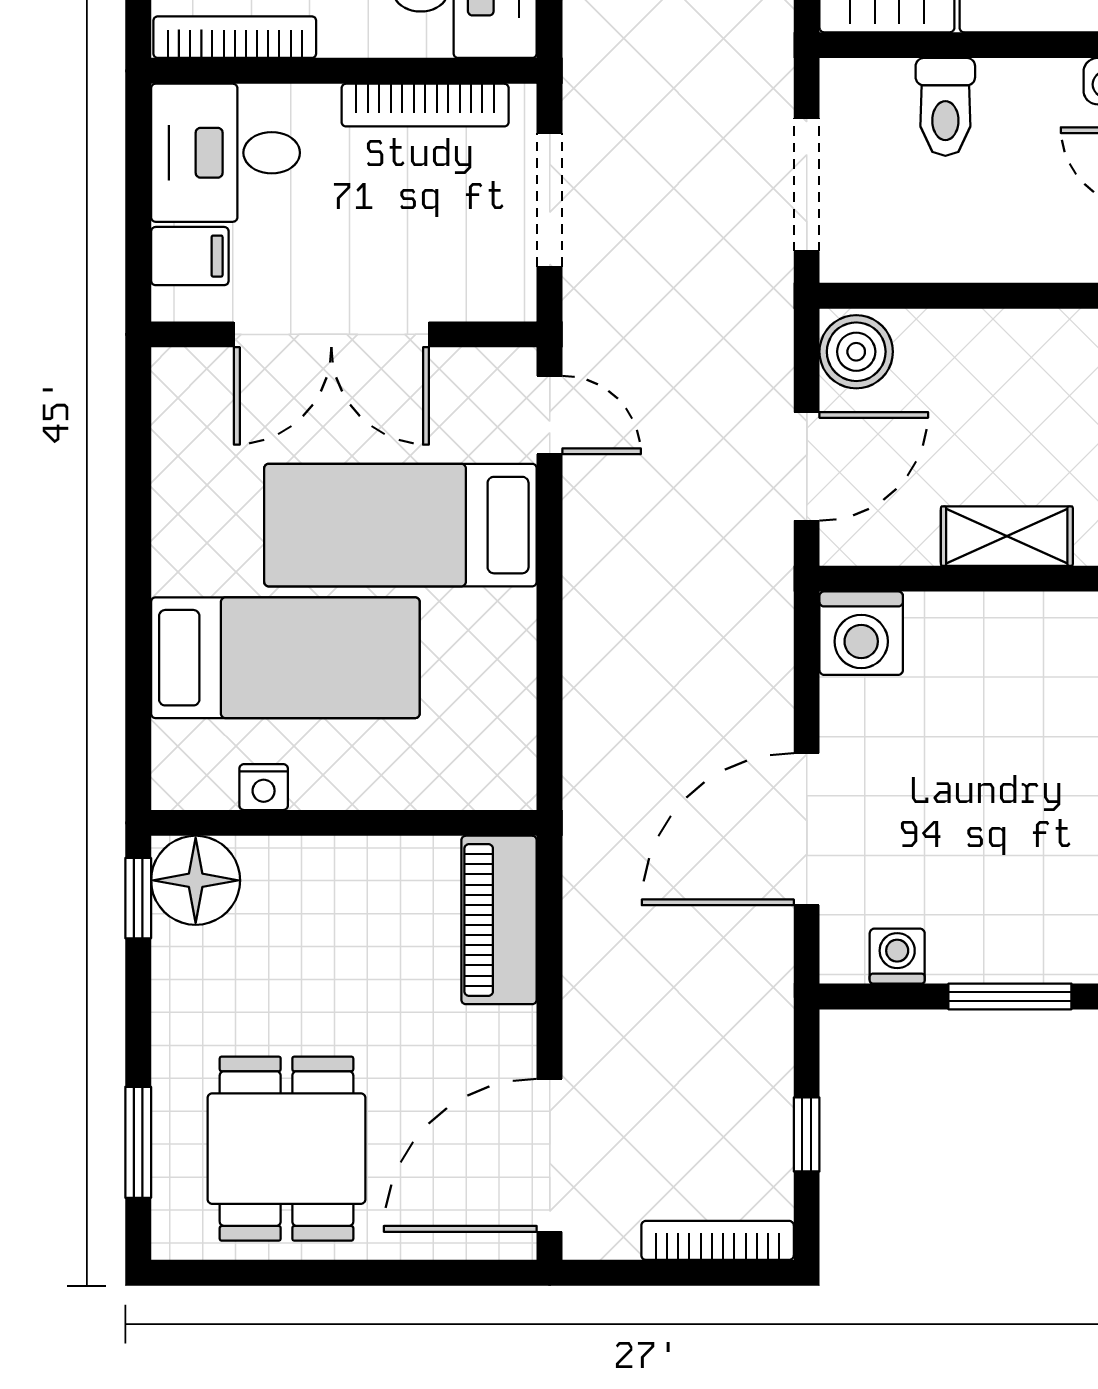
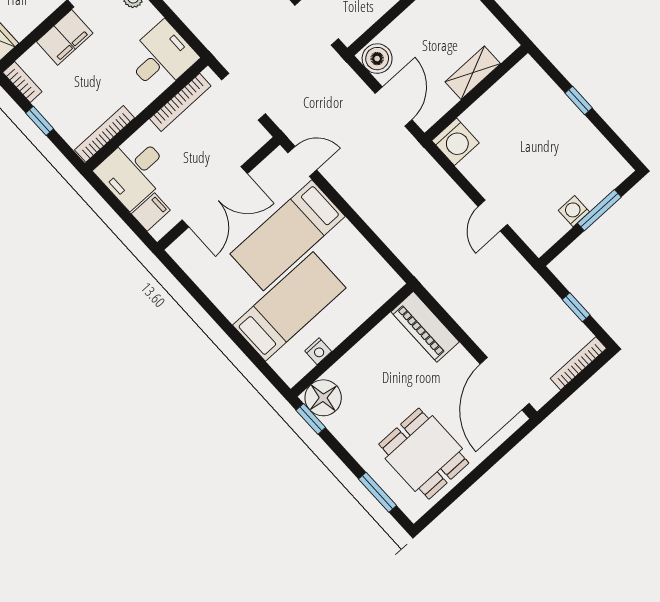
door: (807, 829) -> (493, 215), width x0.53
washing machine: (897, 956) -> (574, 211), moved

